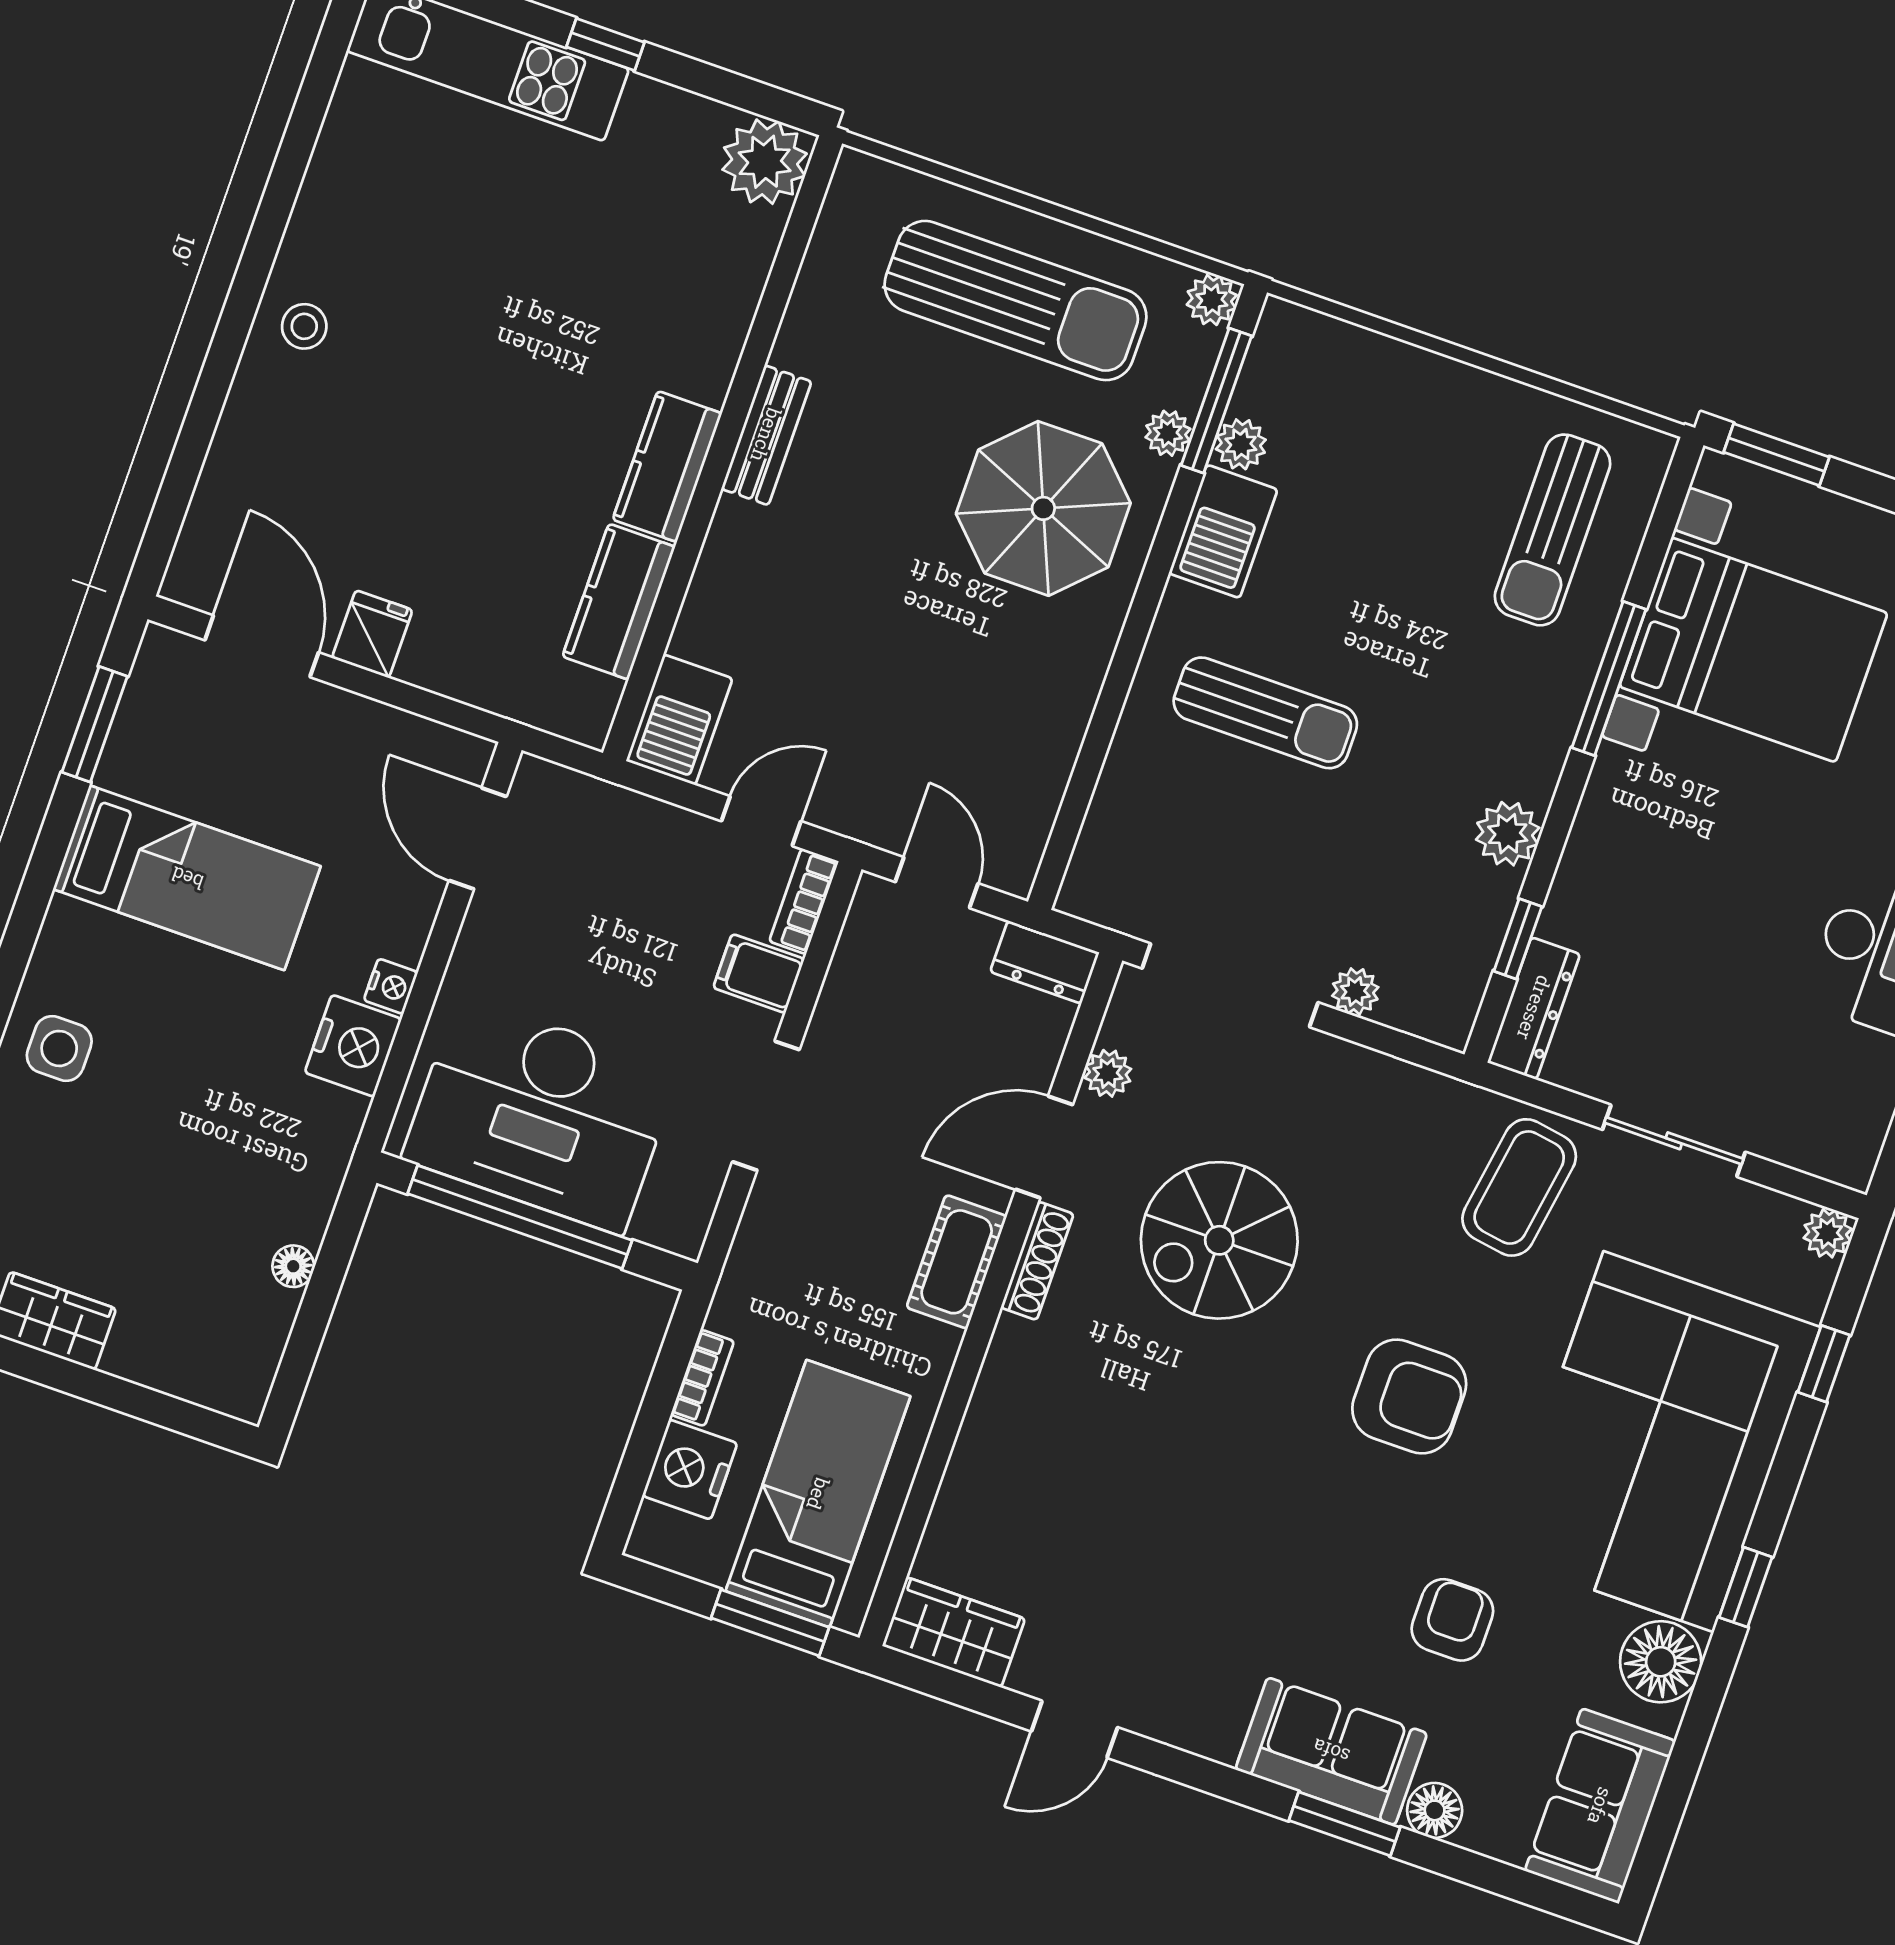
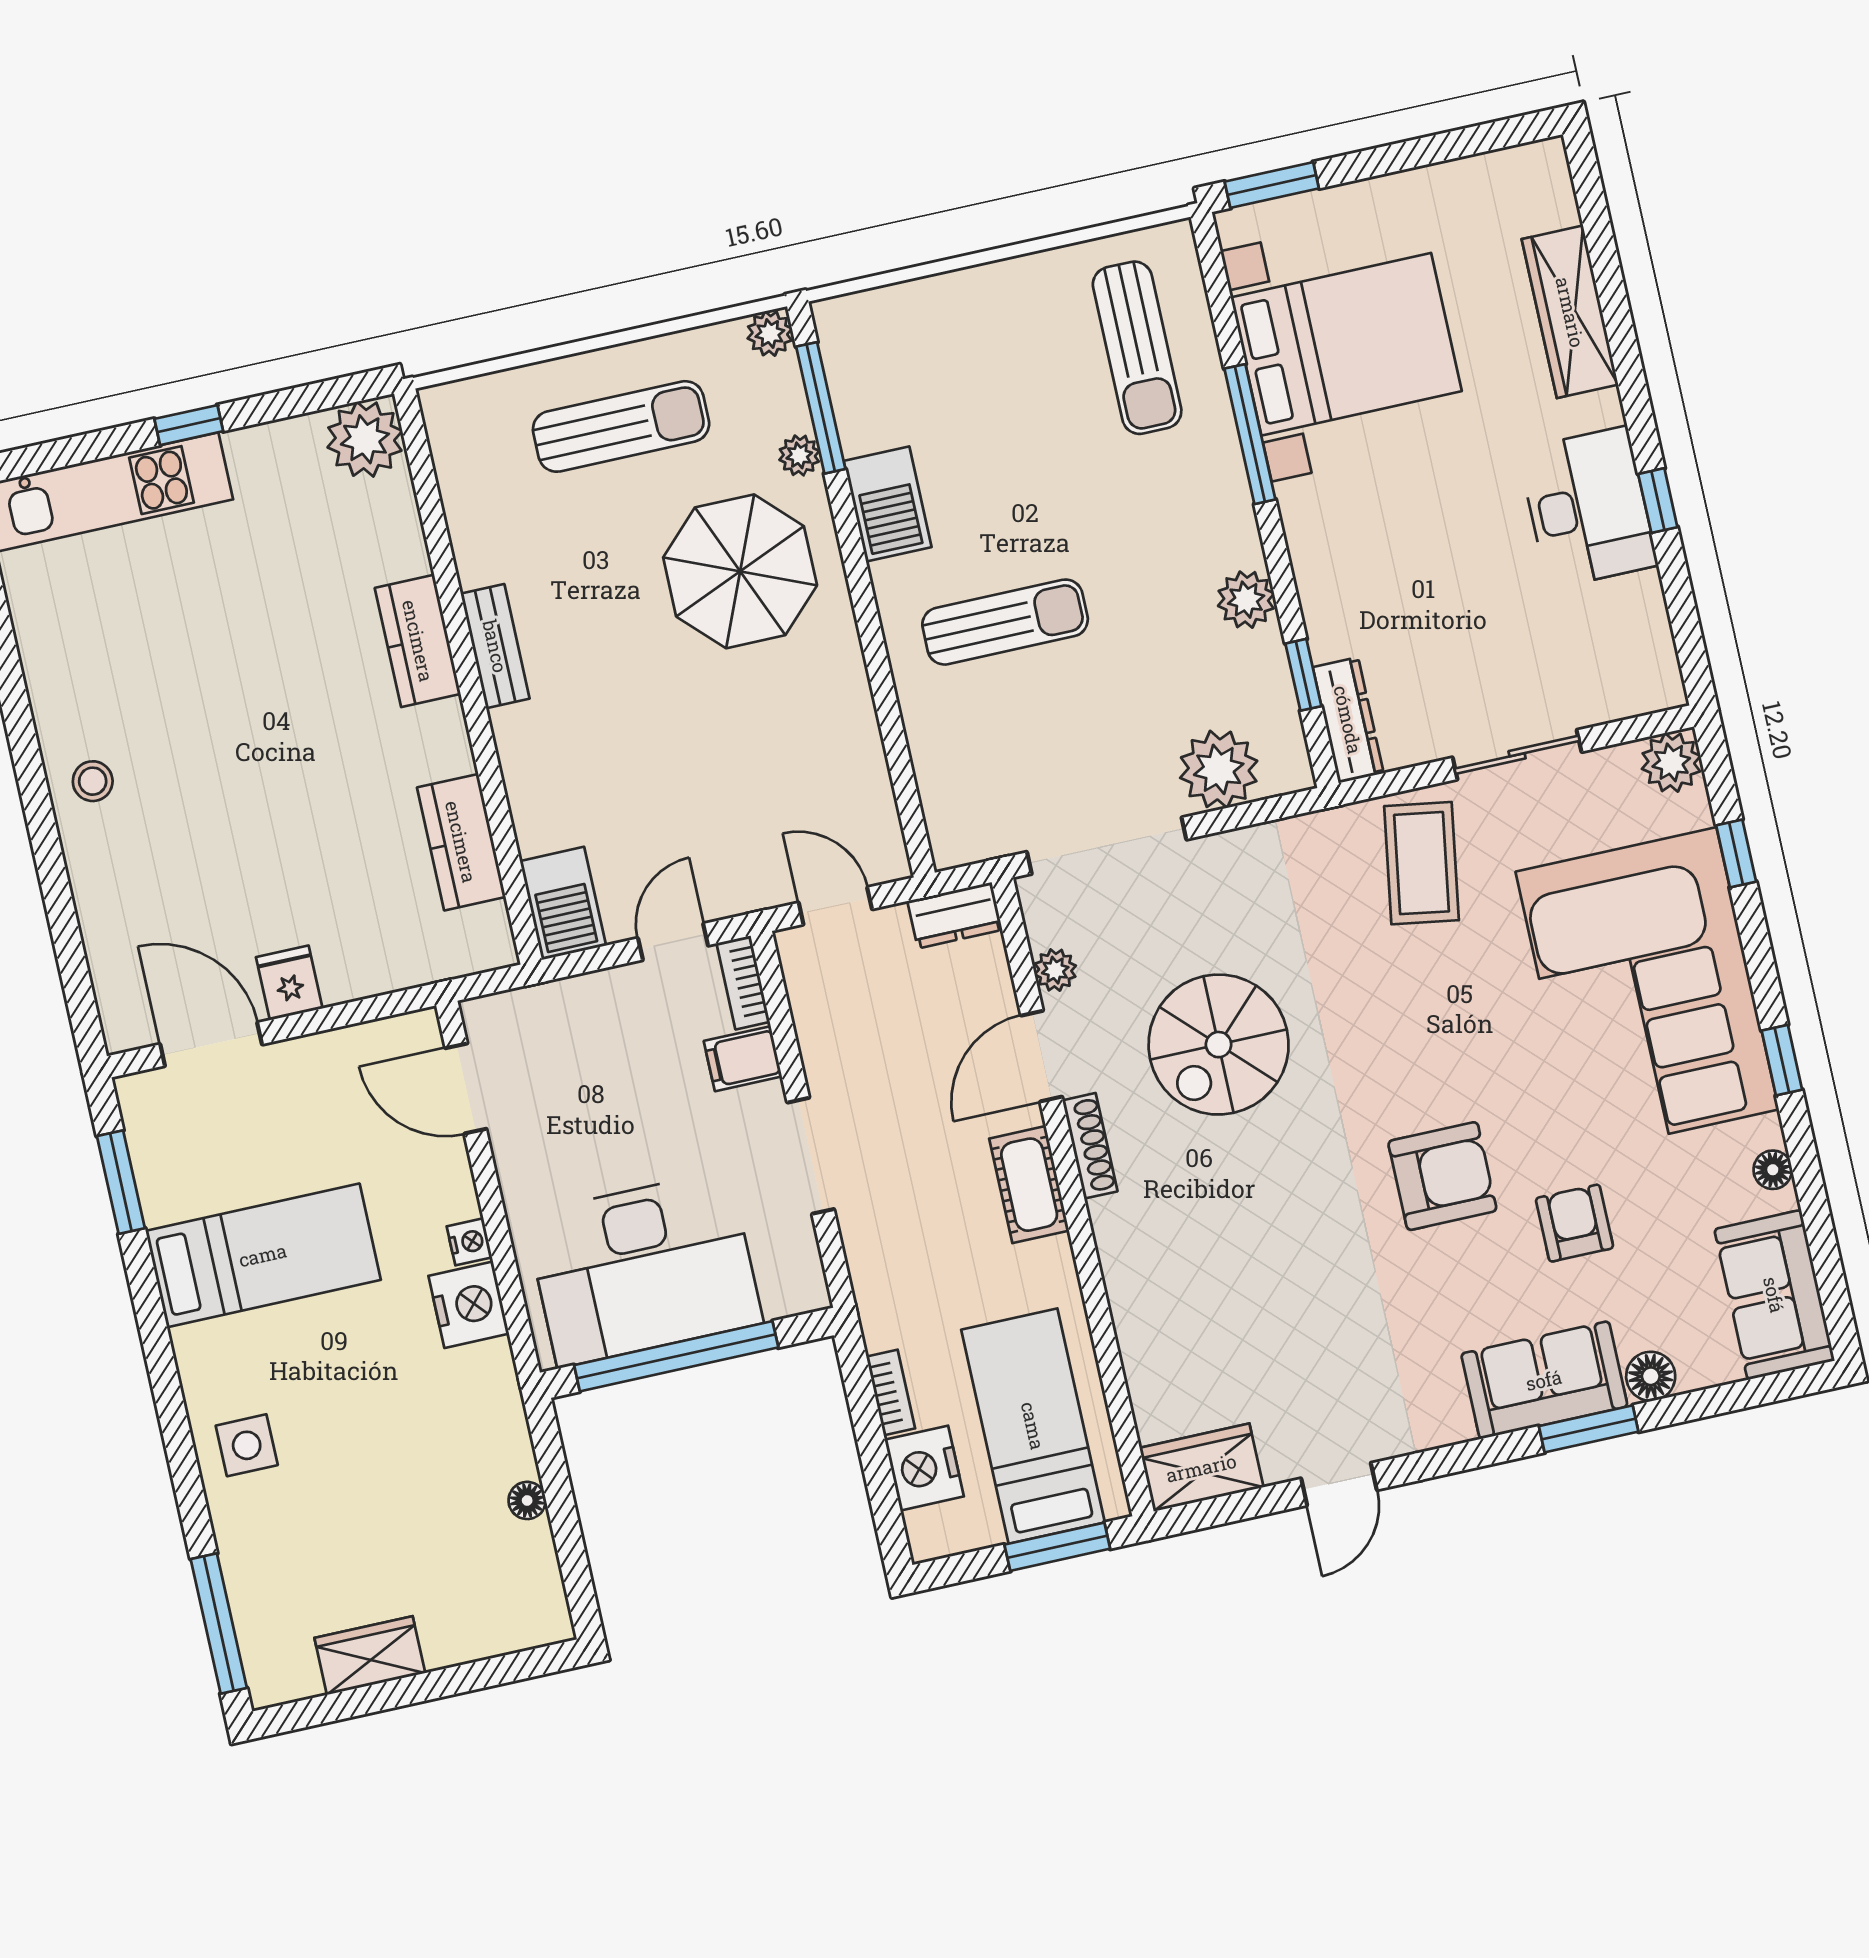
sun lounger: (1016, 301) -> (621, 426), width x0.73, depth x0.75
plant: (1241, 444) -> (860, 430), removed
kitchen counter: (667, 466) -> (418, 641), moved
plant: (1355, 991) -> (1219, 769), width x1.88, depth x1.88
plant: (1828, 1233) -> (1671, 762), width x1.38, depth x1.38
armchair: (1409, 1396) -> (1442, 1176), moved
floor lamp: (1661, 1662) -> (1773, 1170), width x0.53, depth x0.53

